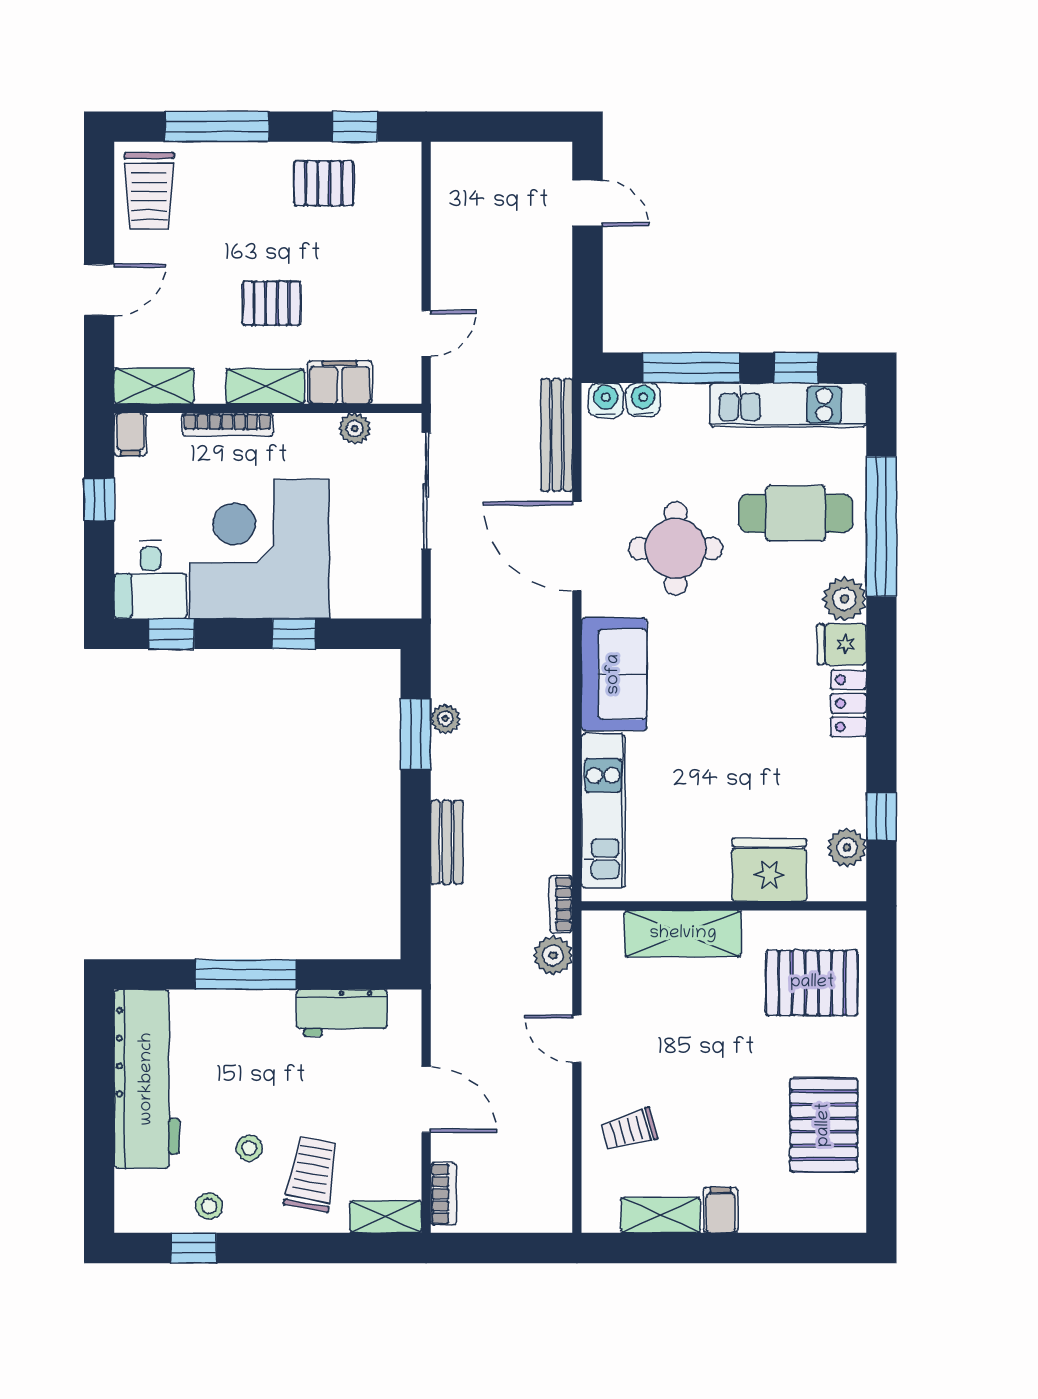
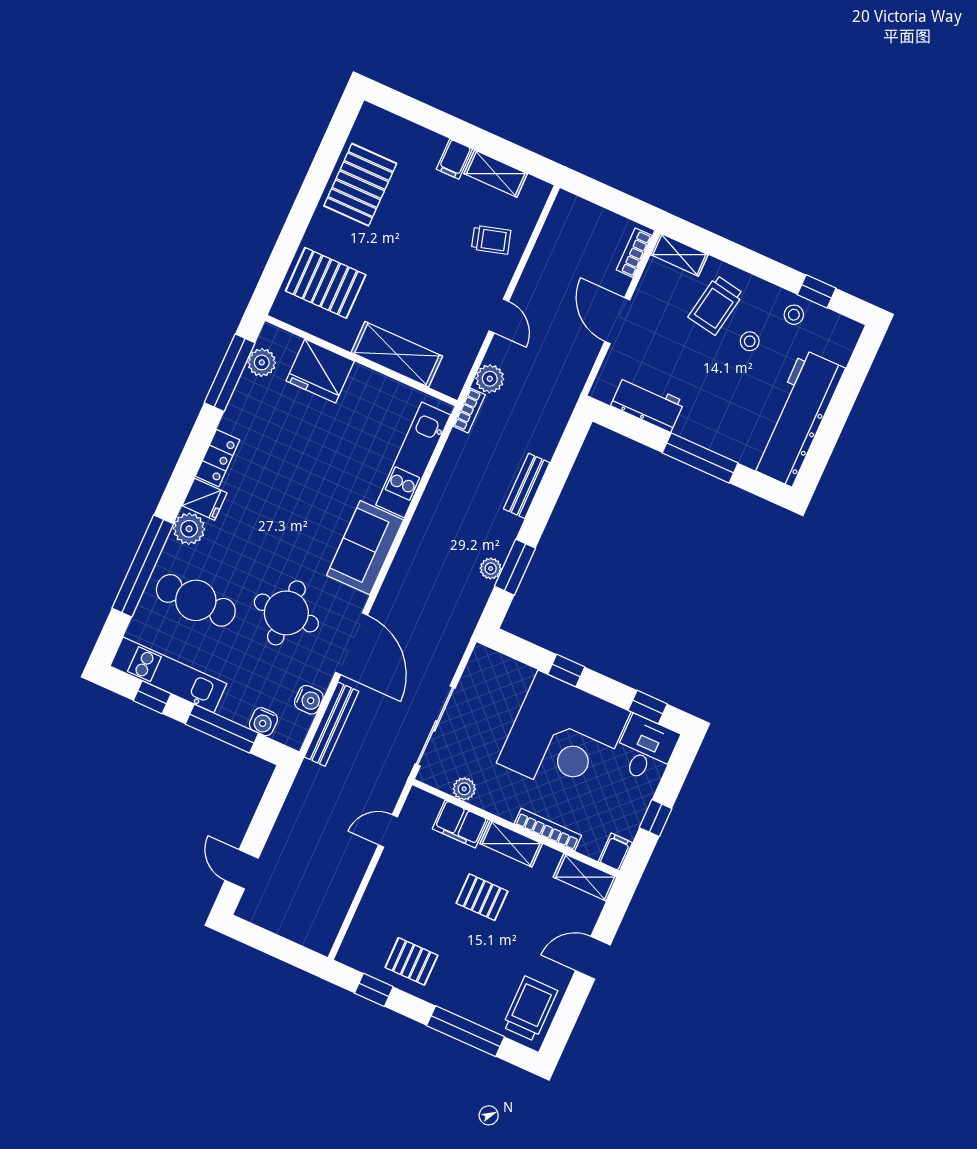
water cooler: (606, 400) -> (309, 700), moved, turned -90
window: (881, 817) -> (230, 373), width x2.17

